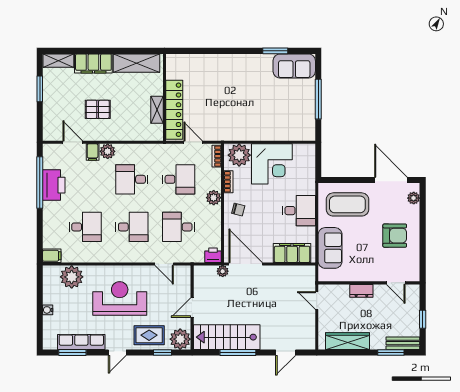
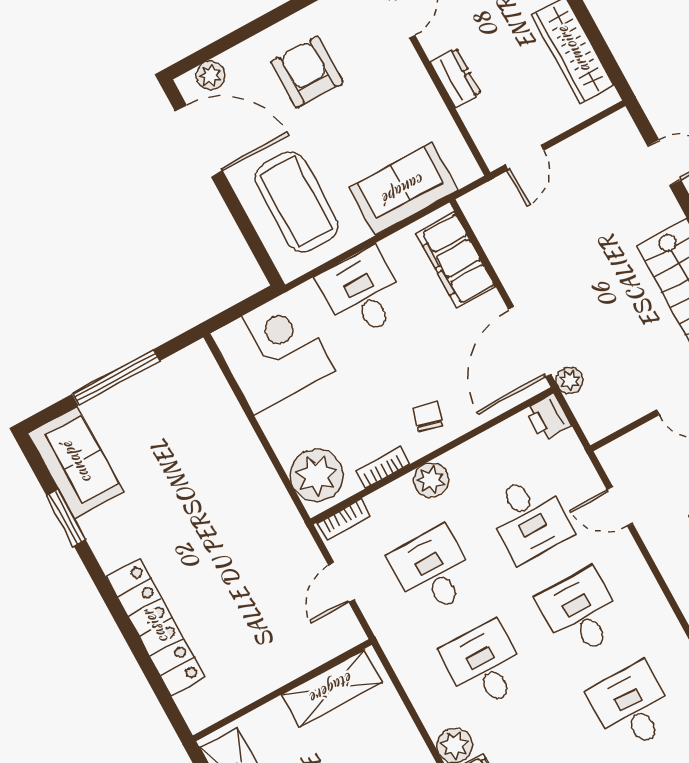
shelving: (157, 110) -> (332, 688), width x1.50, depth x1.33
locker: (174, 110) -> (155, 627), moved, turned 90
corner desk: (272, 164) -> (272, 352), moved
desk: (132, 179) -> (484, 665), turned 180
door: (391, 180) -> (199, 141), swing flipped
door: (164, 264) -> (620, 506), swing flipped

